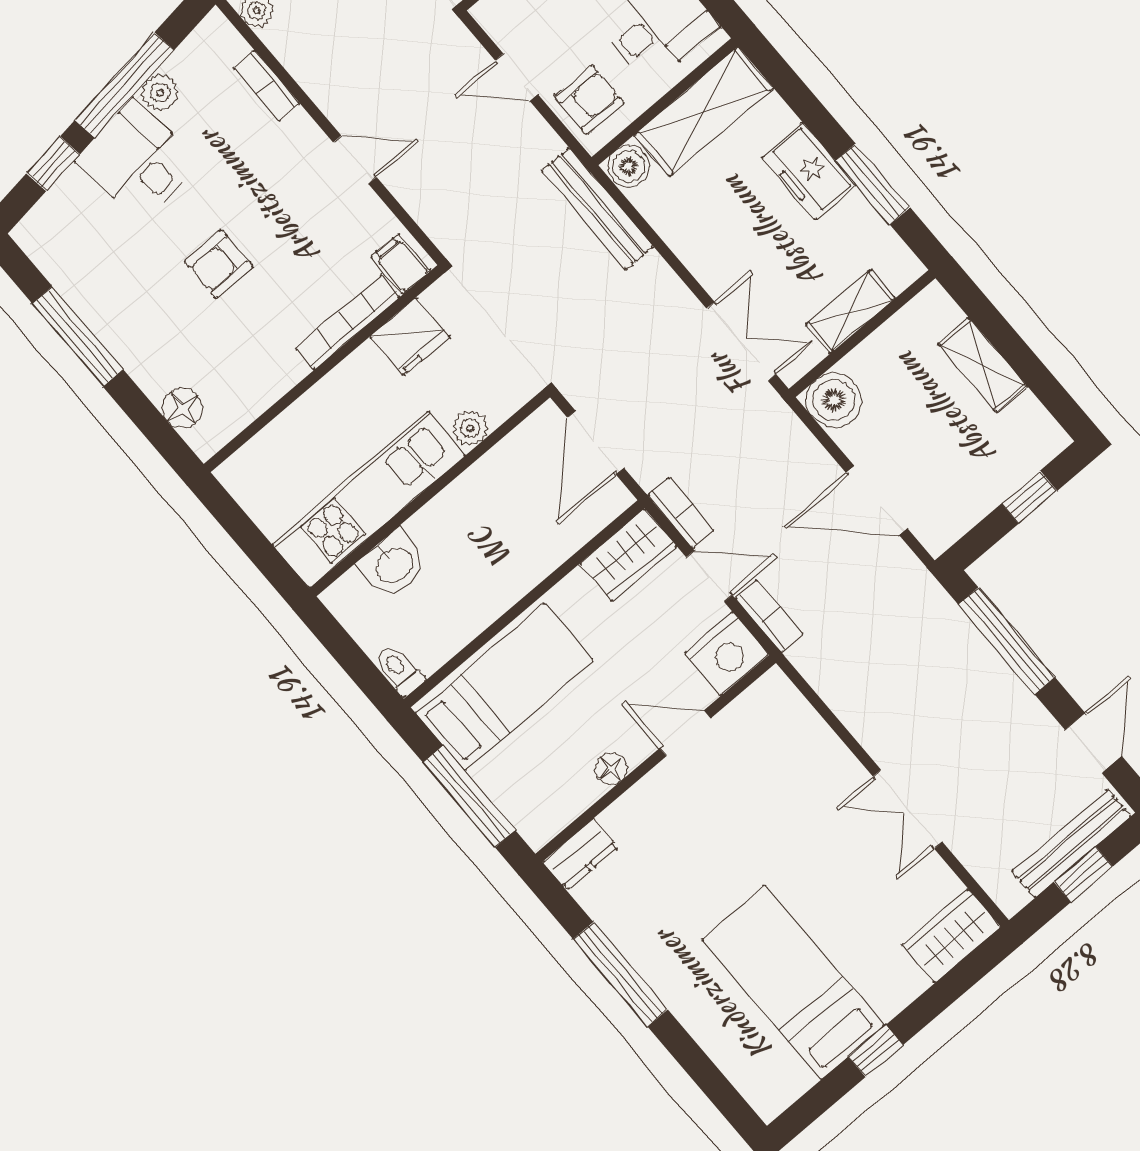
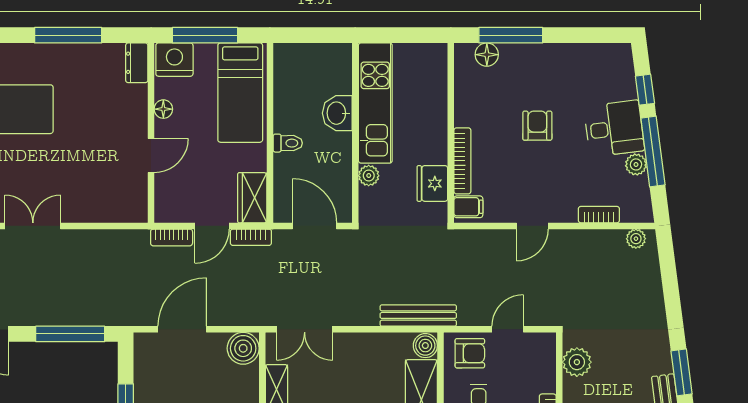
armchair: (589, 100) -> (470, 353), turned -90
window: (78, 337) -> (511, 35), moved
washbasin: (393, 564) -> (337, 113), moved
nightstand: (727, 654) -> (174, 60), moved, turned 90
toilet: (399, 670) -> (288, 143), moved

